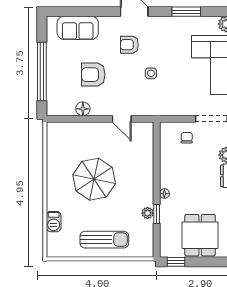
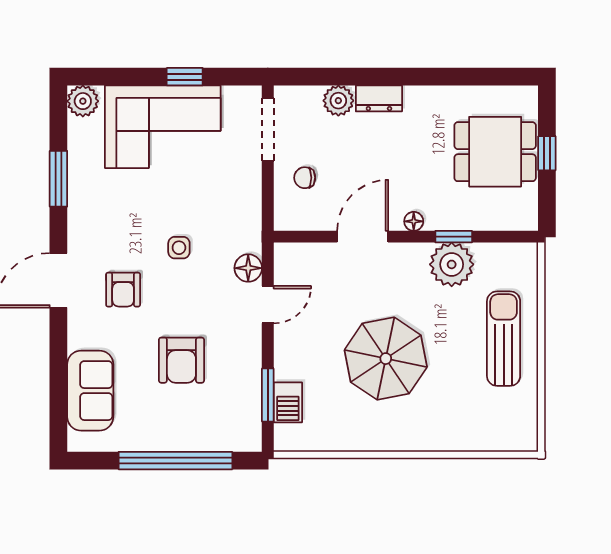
floor lamp: (83, 109) -> (248, 268), moved
window: (75, 119) -> (268, 395), added
door: (157, 167) -> (363, 237), added
plant: (148, 213) -> (452, 264), width x1.87, depth x1.87
barbecue: (54, 222) -> (288, 402), moved, turned 90
window: (176, 262) -> (547, 153), moved

